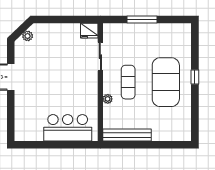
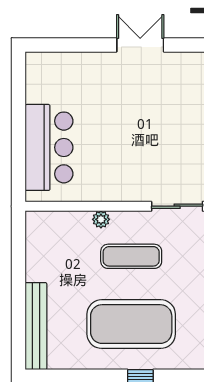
bench: (127, 135) -> (36, 326), moved

